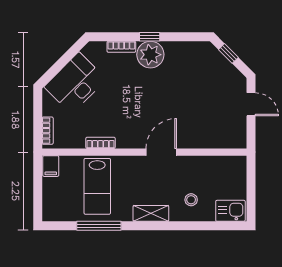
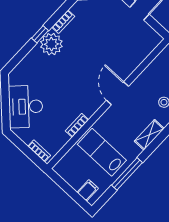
bookcase: (121, 47) -> (63, 22), moved
filing cabinet: (51, 166) -> (88, 190), moved, turned -90
lab bench: (97, 186) -> (102, 152), turned 180

